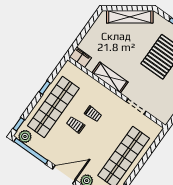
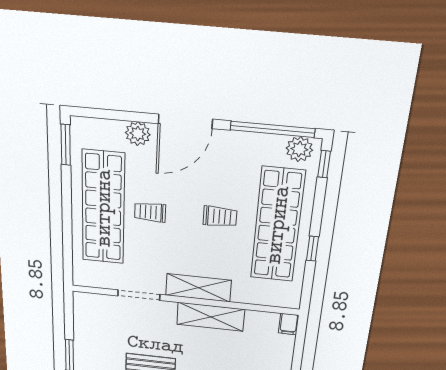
filing cabinet: (80, 57) -> (289, 324), width x0.50
shelving: (106, 95) -> (198, 288), added
trolley: (93, 114) -> (150, 212), moved

